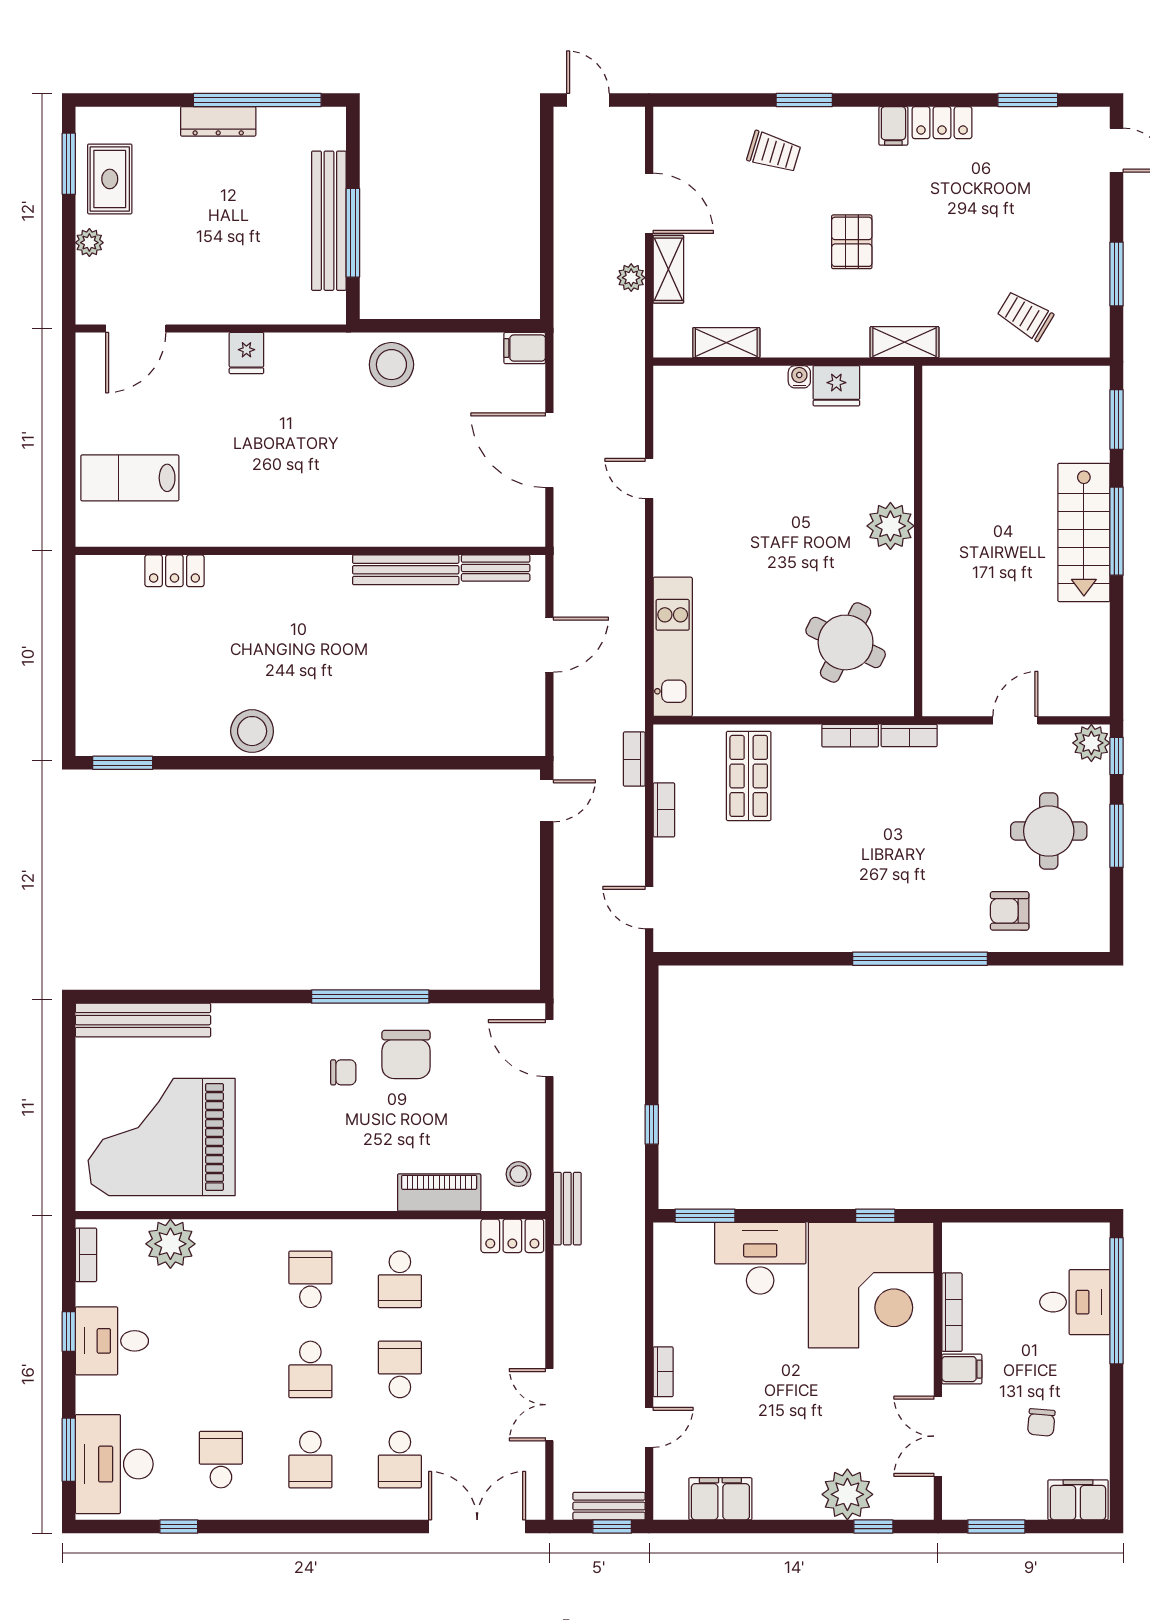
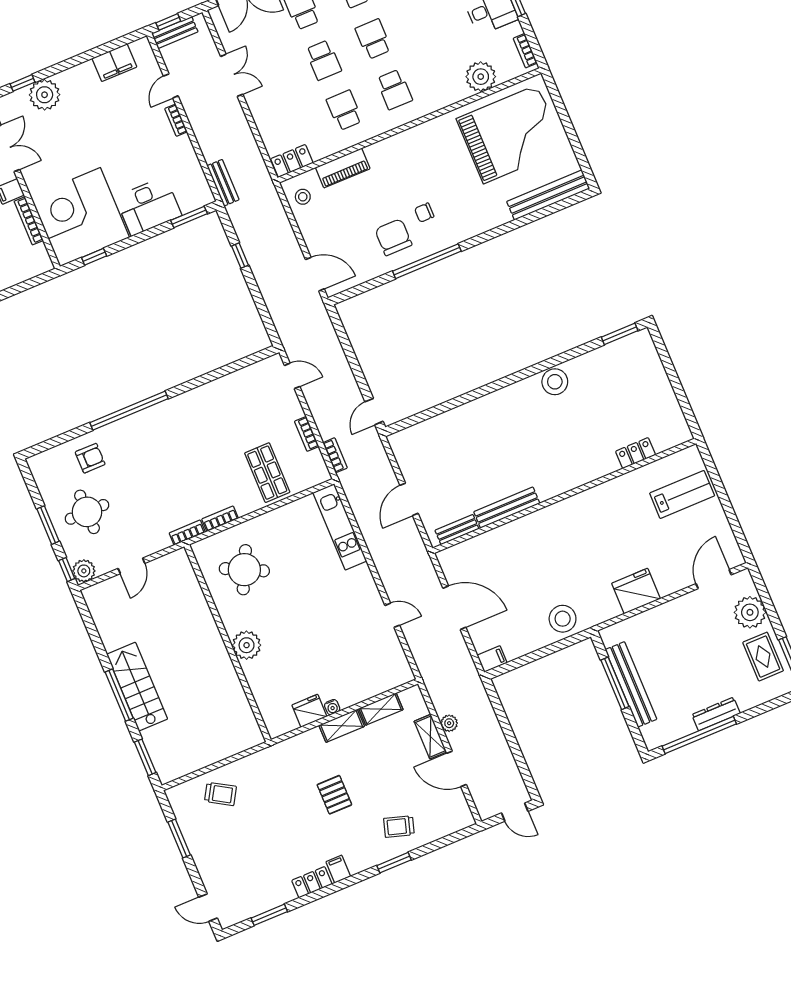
plant: (89, 243) -> (750, 612), width x1.87, depth x1.87
shelving: (905, 342) -> (342, 726), moved
fridge: (246, 353) -> (636, 591), width x1.88, depth x1.34
bench: (567, 1209) -> (223, 183), moved

